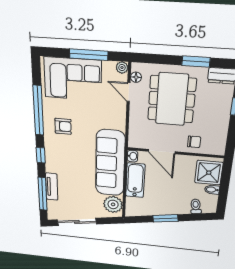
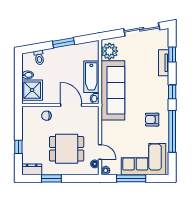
dining table: (172, 99) -> (67, 149), width x0.73
window: (43, 194) -> (172, 55), width x0.46

